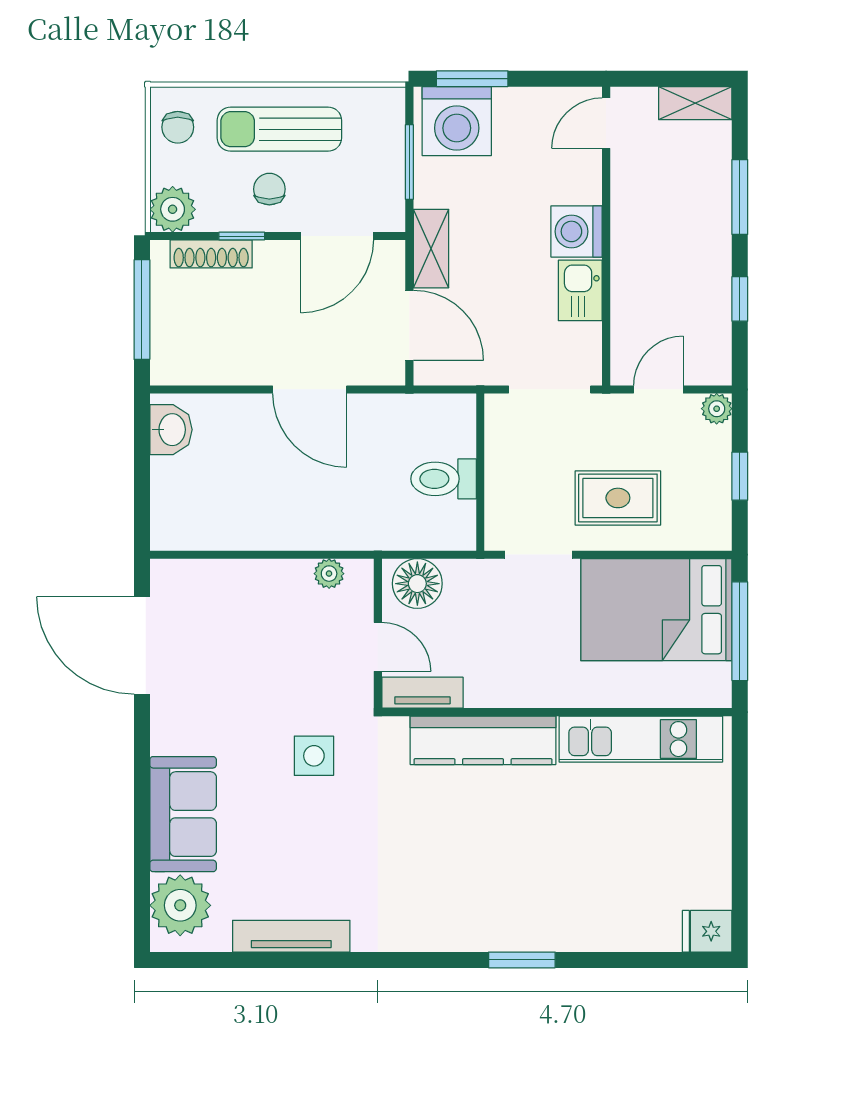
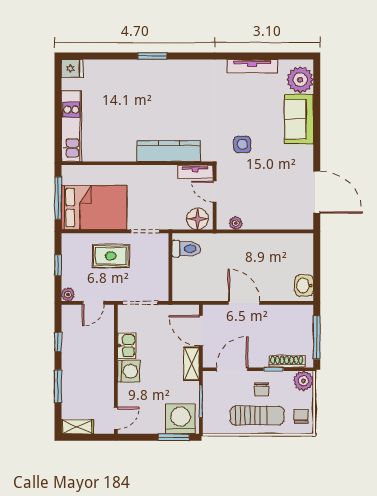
toilet: (444, 479) -> (186, 249), moved
kitchen unit: (641, 739) -> (71, 126), moved, turned 90

